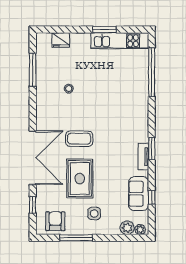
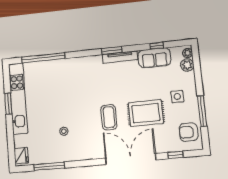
fridge: (61, 40) -> (21, 156), moved
kitchen unit: (120, 41) -> (18, 98), width x1.36
tv unit: (143, 157) -> (120, 57), width x1.41

